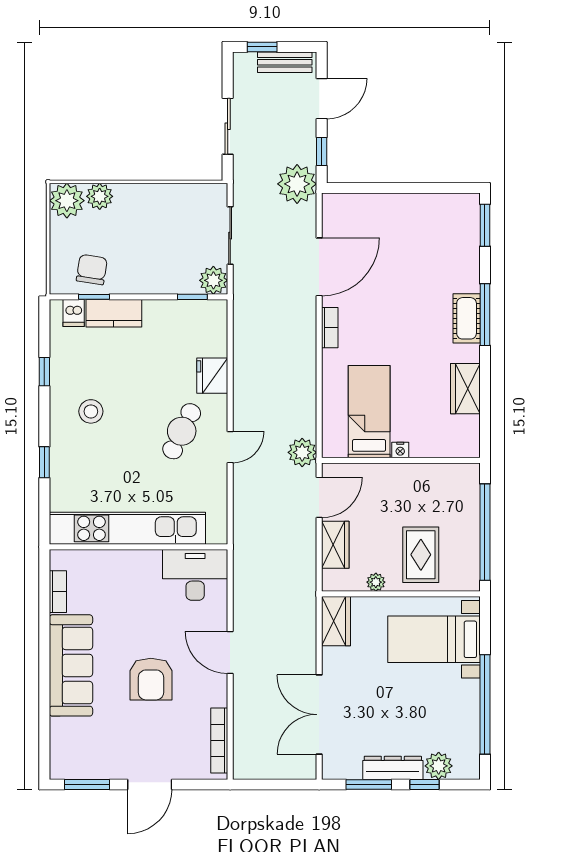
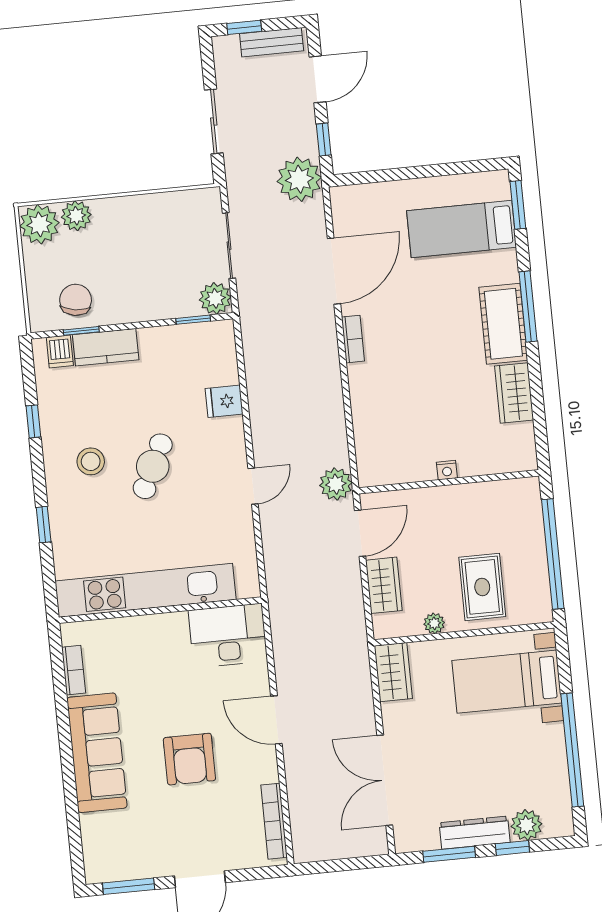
cot: (467, 318) -> (503, 324), width x1.37, depth x1.34
fridge: (212, 376) -> (224, 401), width x0.72
bed: (369, 412) -> (461, 229), moved, turned -90
cafe table: (182, 431) -> (153, 466), moved

